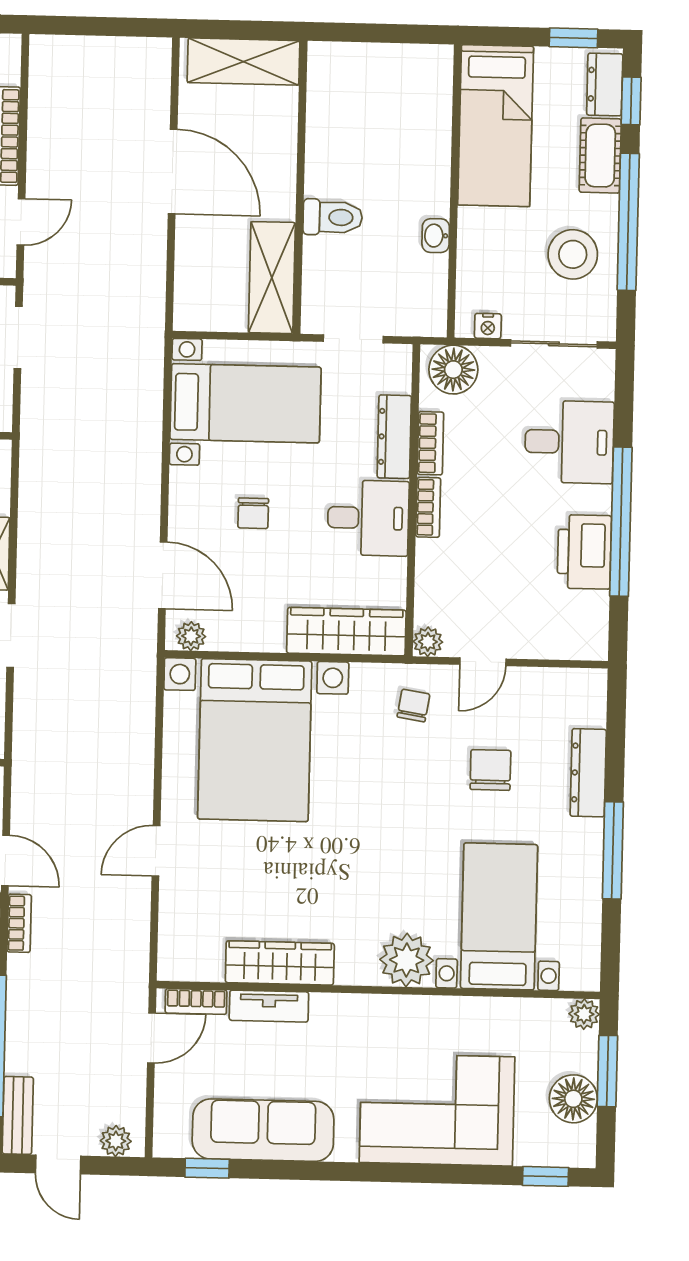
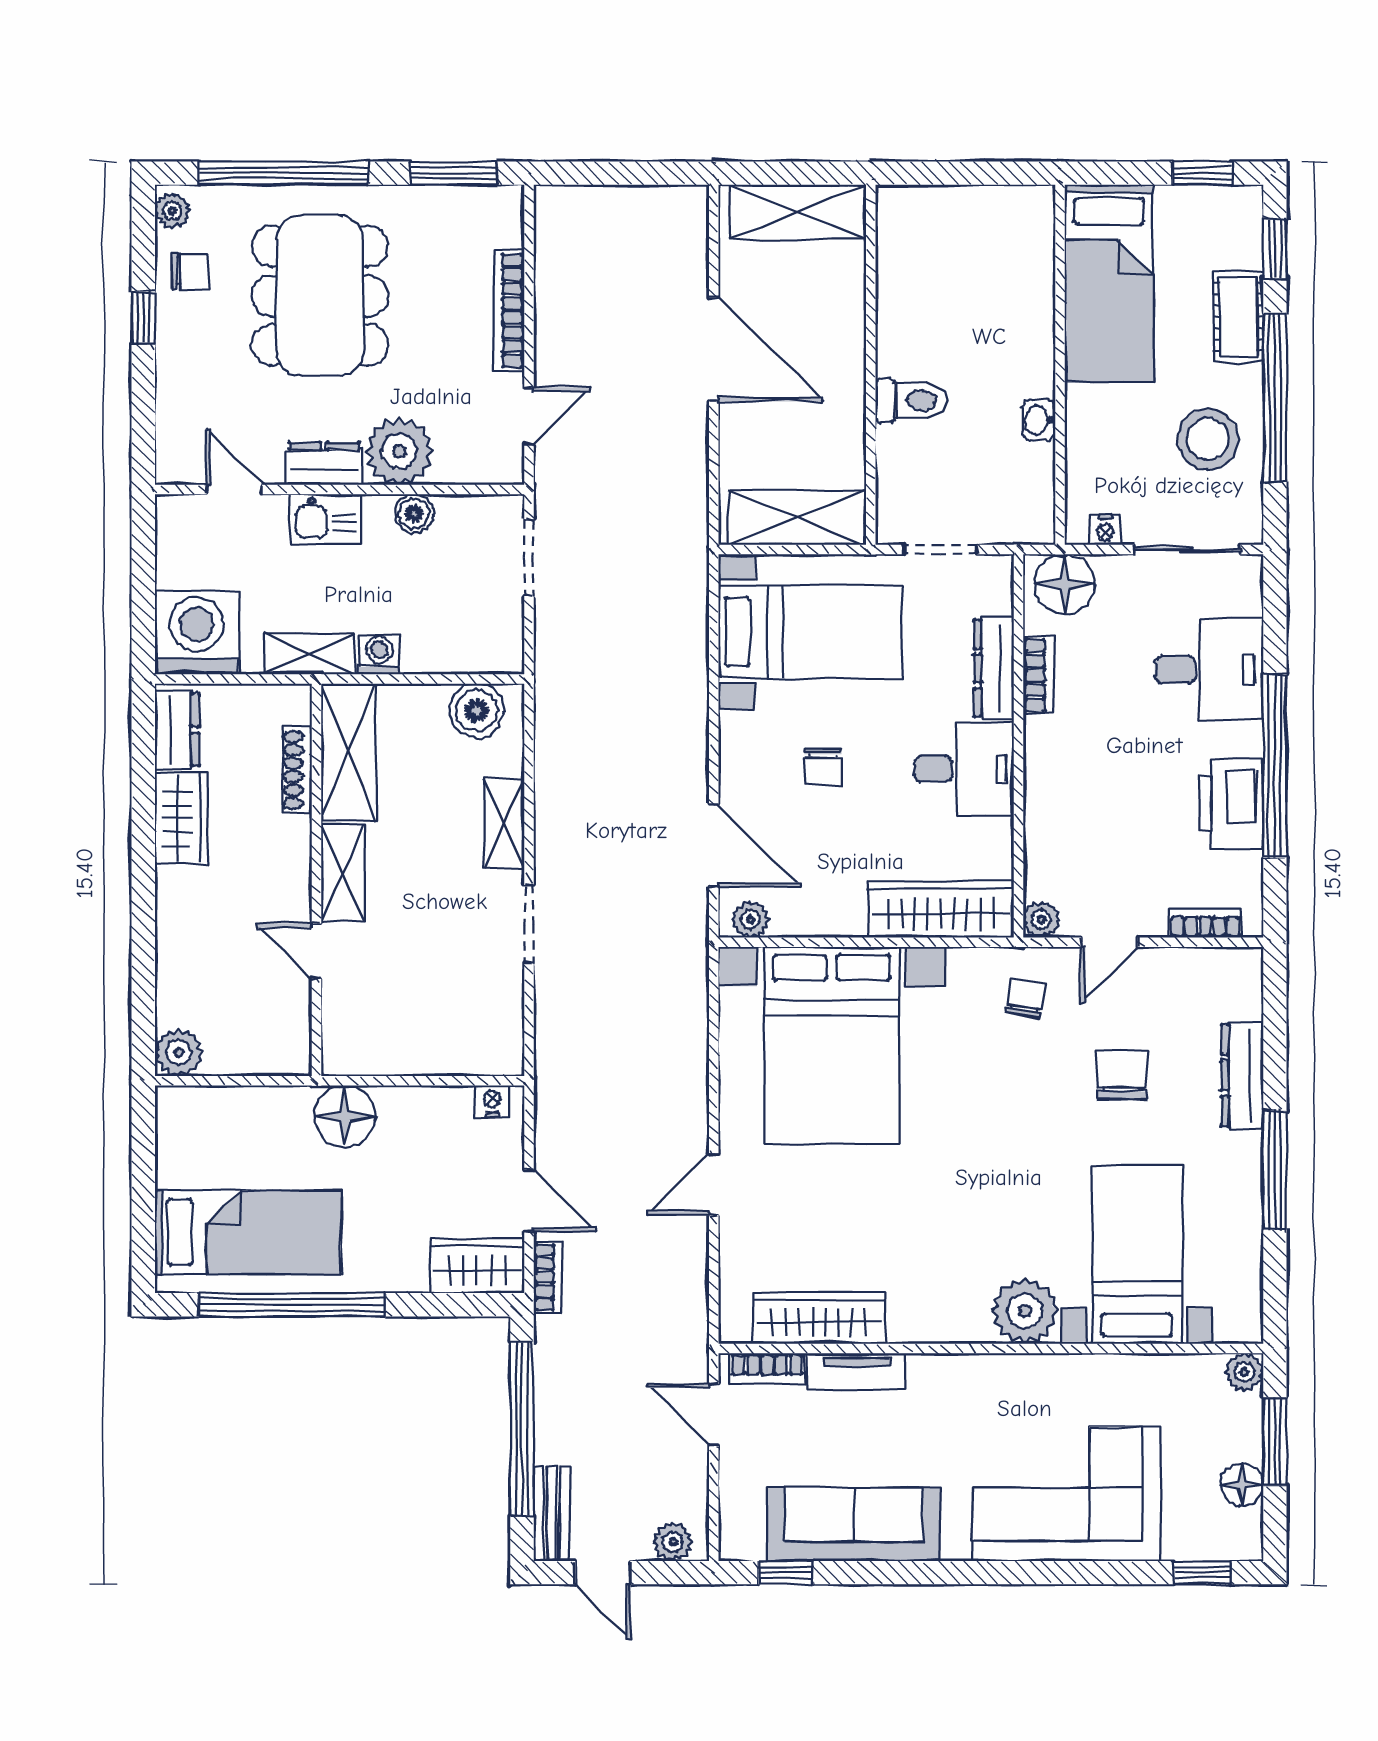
dresser: (605, 84) -> (1242, 229), removed
shelving: (272, 278) -> (797, 518), moved, turned 90
bookcase: (428, 507) -> (1205, 923), moved, turned -90
wardrobe: (280, 963) -> (819, 1318), moved
door: (151, 1038) -> (714, 1414), swing flipped
floor lamp: (573, 1099) -> (1242, 1485), width x0.73, depth x0.73

